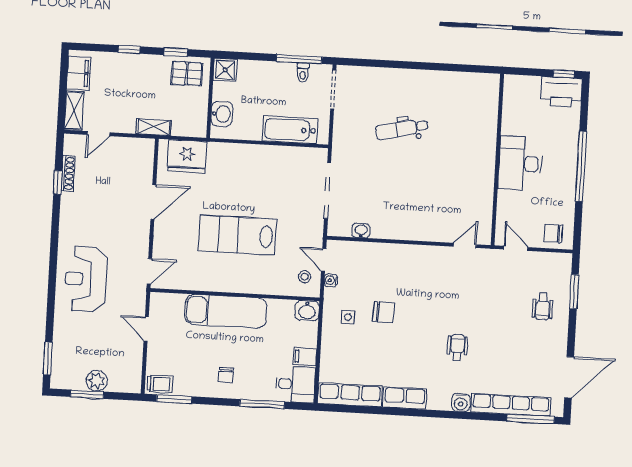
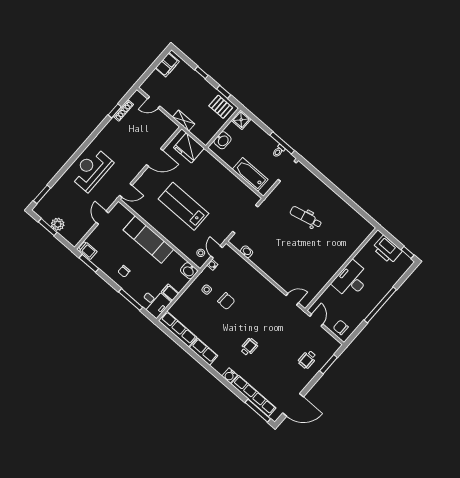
printer: (561, 92) -> (387, 250), moved
shelving: (74, 111) -> (151, 82), removed

